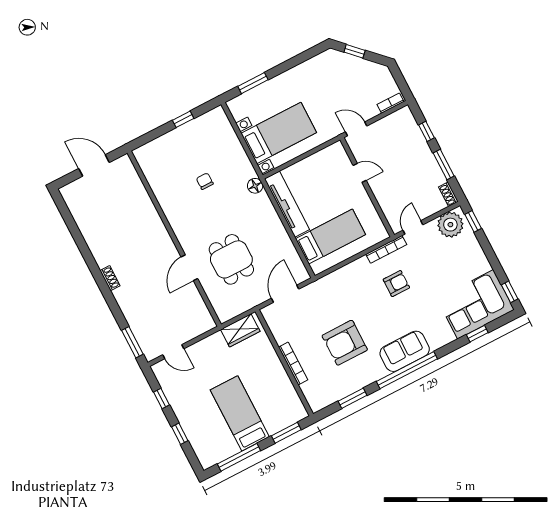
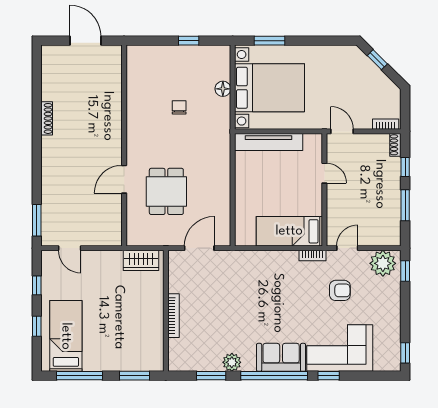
bed with nightstands: (279, 133) -> (269, 88), width x1.36
floor lamp: (255, 186) -> (223, 89), moved
shoe rack: (448, 194) -> (395, 145), moved
tv unit: (287, 204) -> (269, 142), moved, turned 90
bed: (330, 237) -> (289, 231), moved, turned 180
bookcase: (386, 249) -> (313, 256), width x0.64
shoe rack: (110, 278) -> (47, 118), moved, width x1.43
armchair: (396, 284) -> (340, 290), moved
corner sofa: (476, 304) -> (340, 348), moved
window: (477, 334) -> (329, 376), moved
armchair: (345, 343) -> (230, 321), removed
plant: (364, 378) -> (232, 362), added
bed: (240, 413) -> (66, 336), moved

